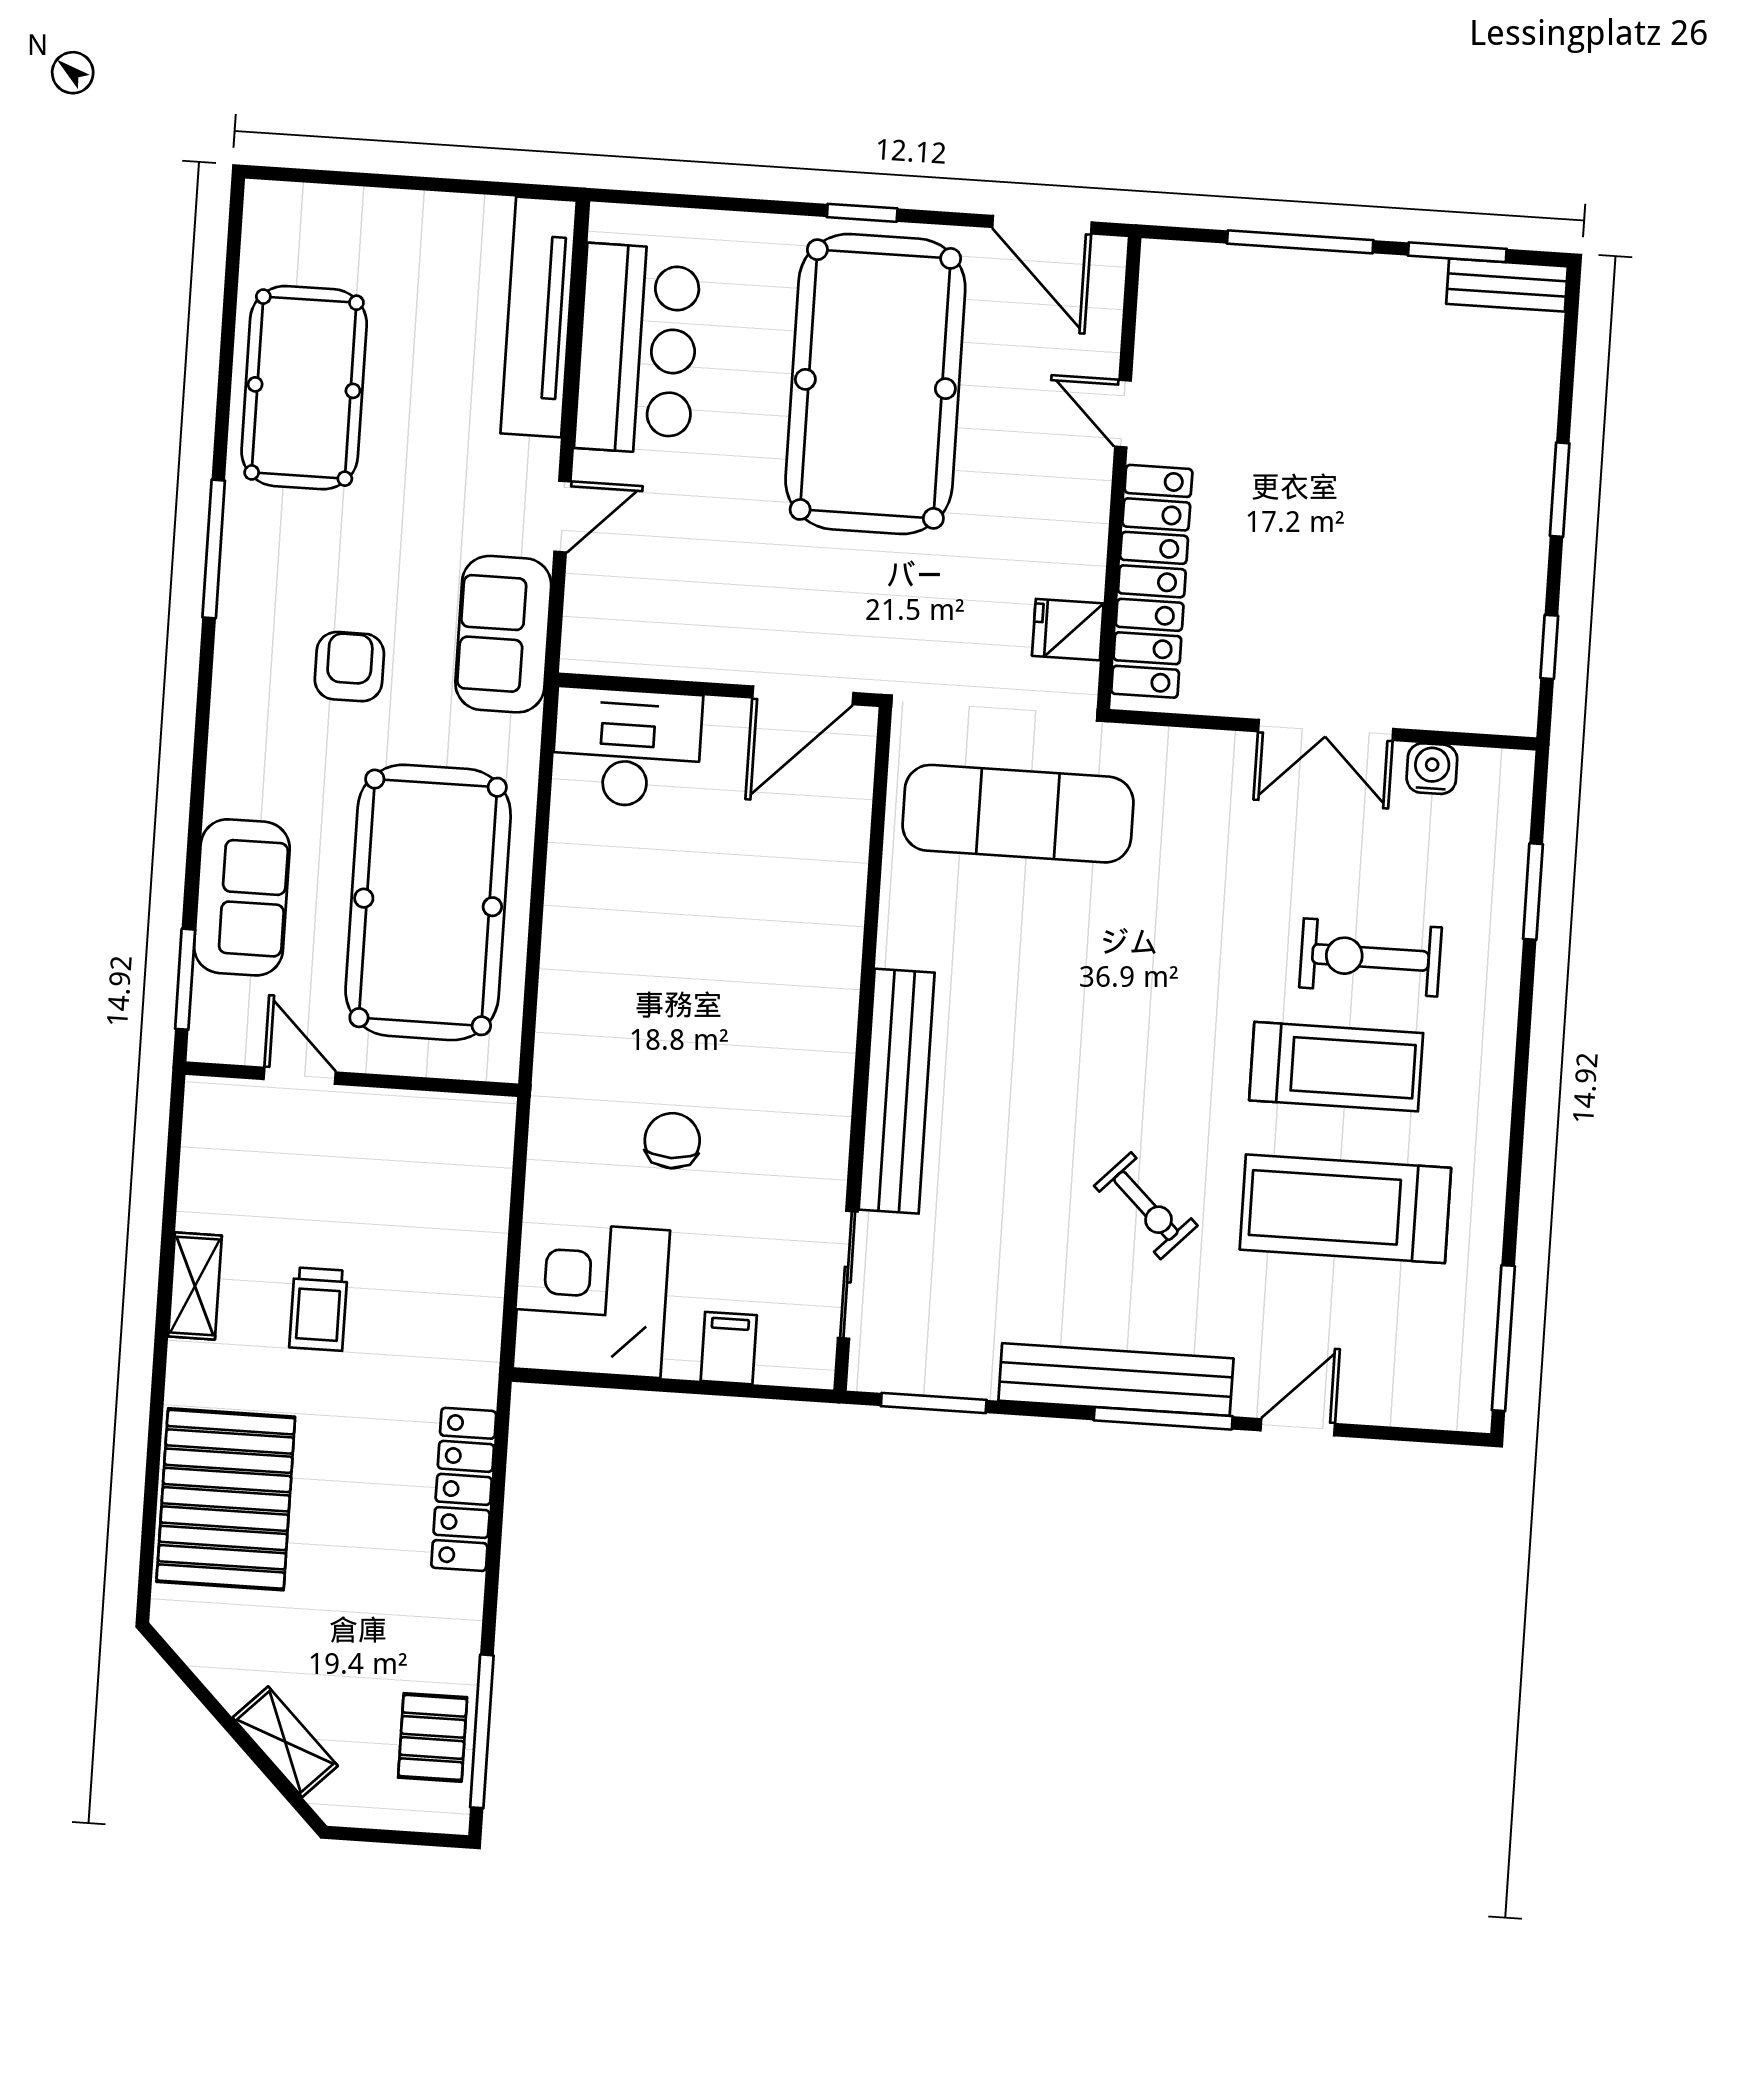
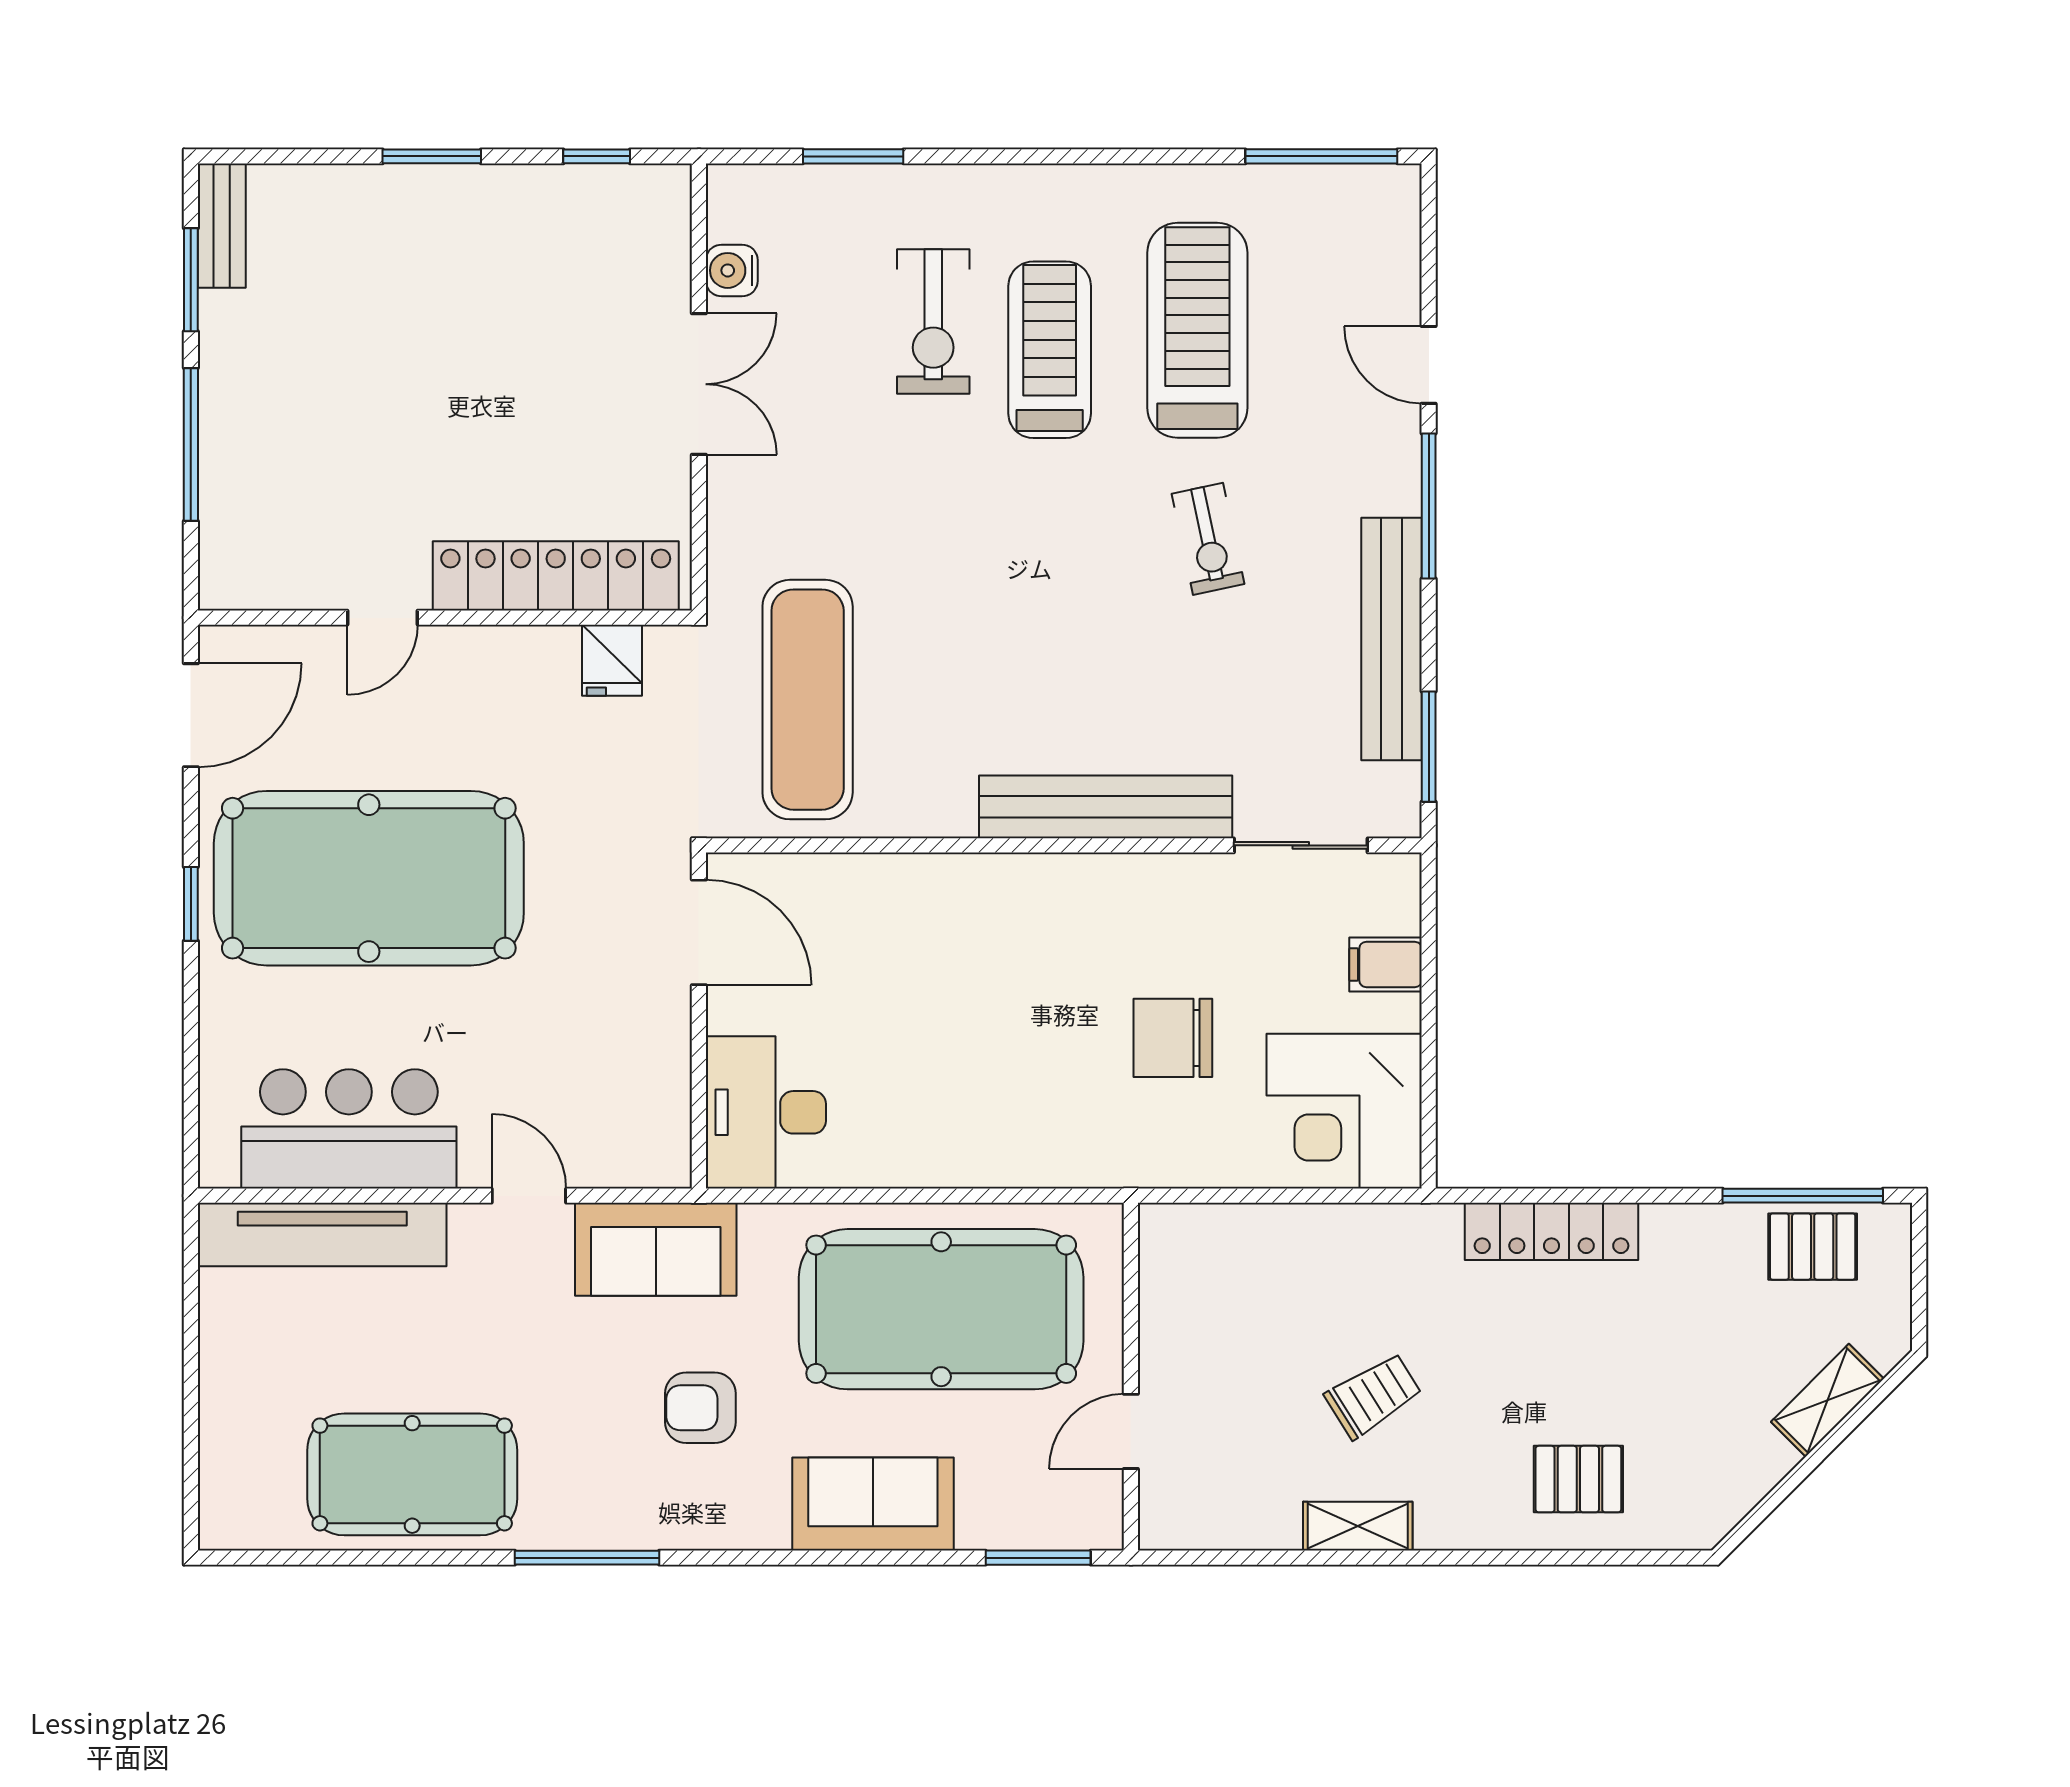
sofa: (242, 897) -> (873, 1504), moved
chair: (672, 1141) -> (1173, 1038), width x1.37, depth x1.37
exercise bike: (1146, 1206) -> (1208, 539), turned 124
treadmill: (1345, 1209) -> (1197, 330), turned 180
trolley: (318, 1309) -> (1373, 1396), turned -32
bench: (1116, 1380) -> (1392, 639), moved
pallet: (226, 1499) -> (1578, 1479), width x0.49, depth x0.50

